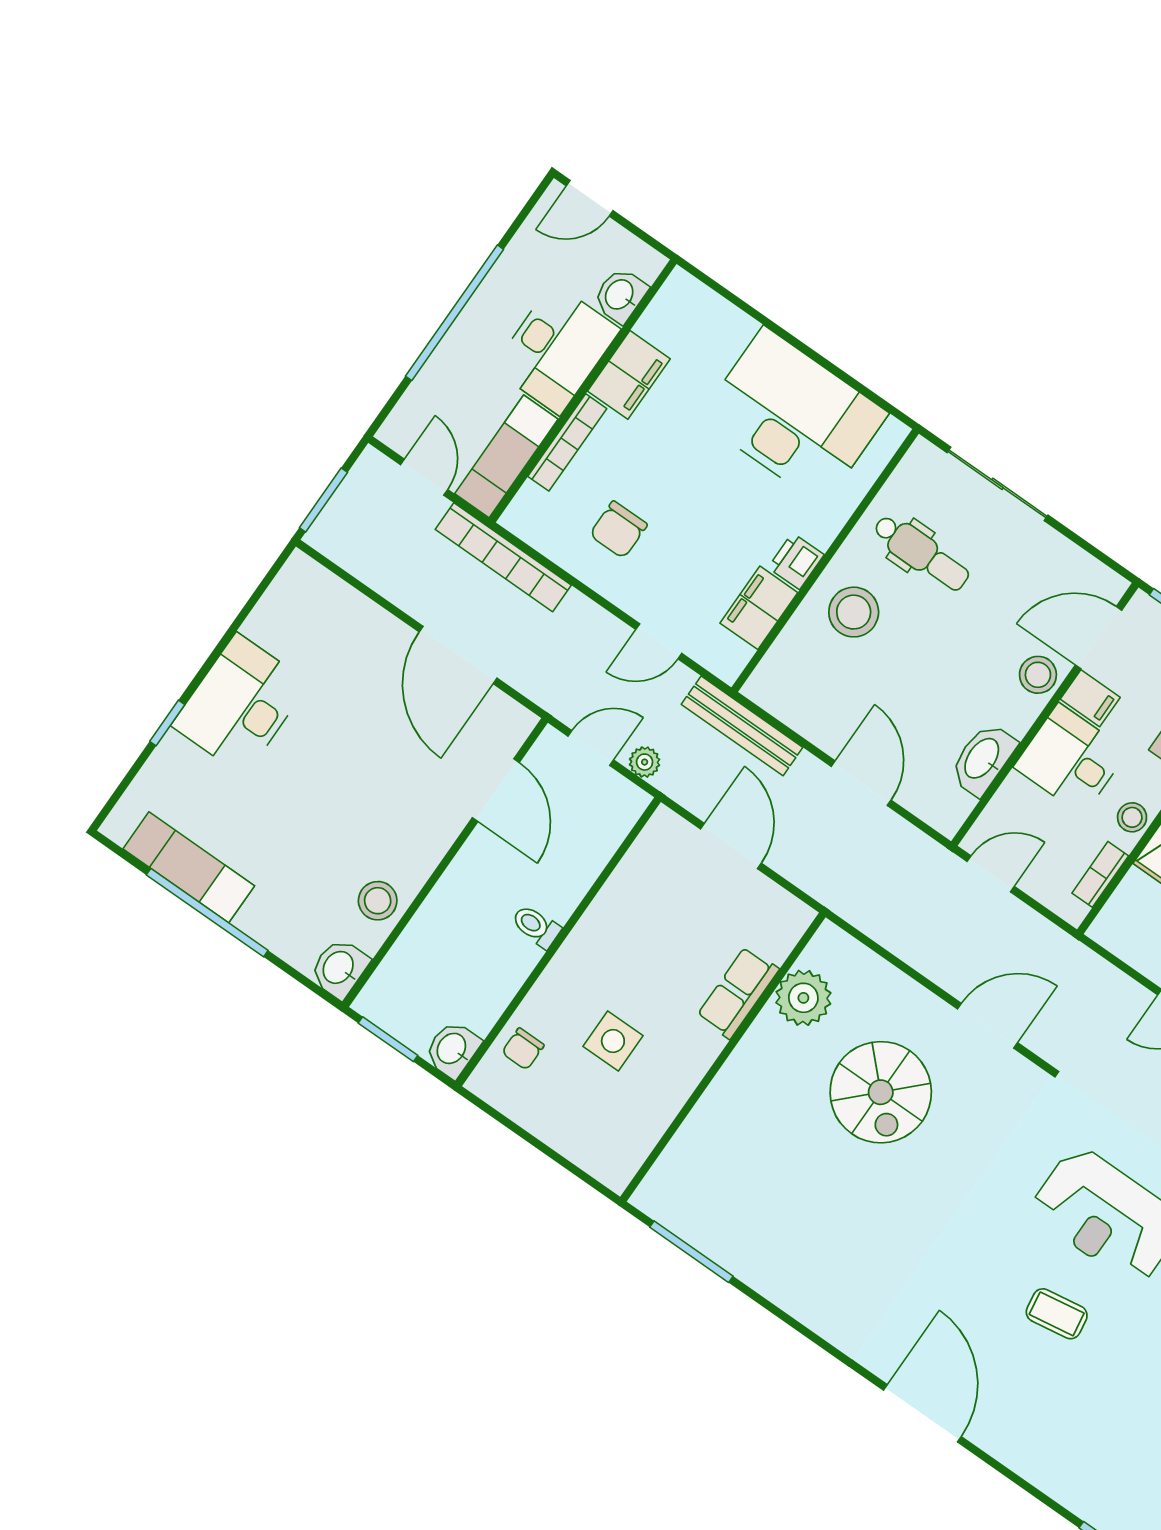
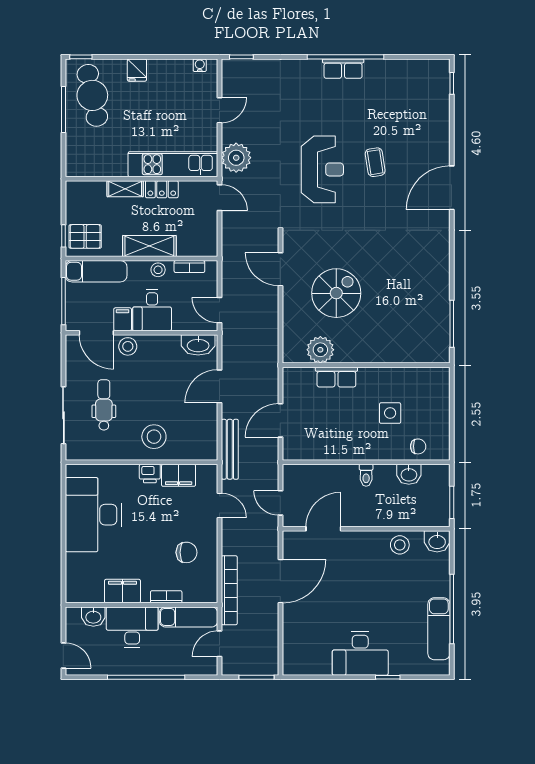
bookcase: (567, 442) -> (166, 597), width x0.64
dental chair: (921, 553) -> (104, 405), moved
washbasin: (983, 759) -> (198, 345), moved
plant: (645, 762) -> (271, 478), removed
washbasin: (452, 1049) -> (409, 474), moved

